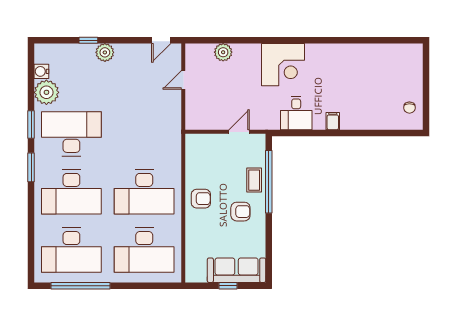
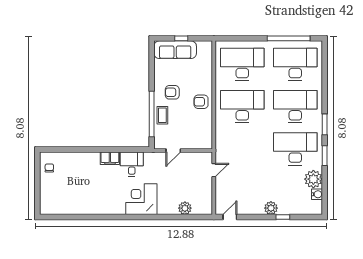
door: (183, 80) -> (214, 170), moved
filing cabinet: (333, 121) -> (110, 158), width x2.00
desk: (71, 134) -> (295, 149), turned 180

